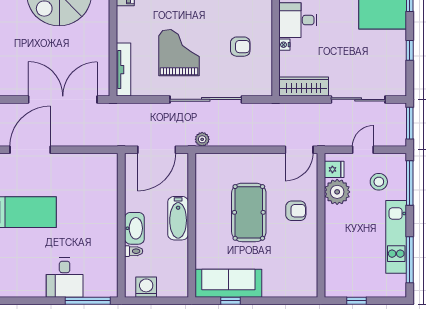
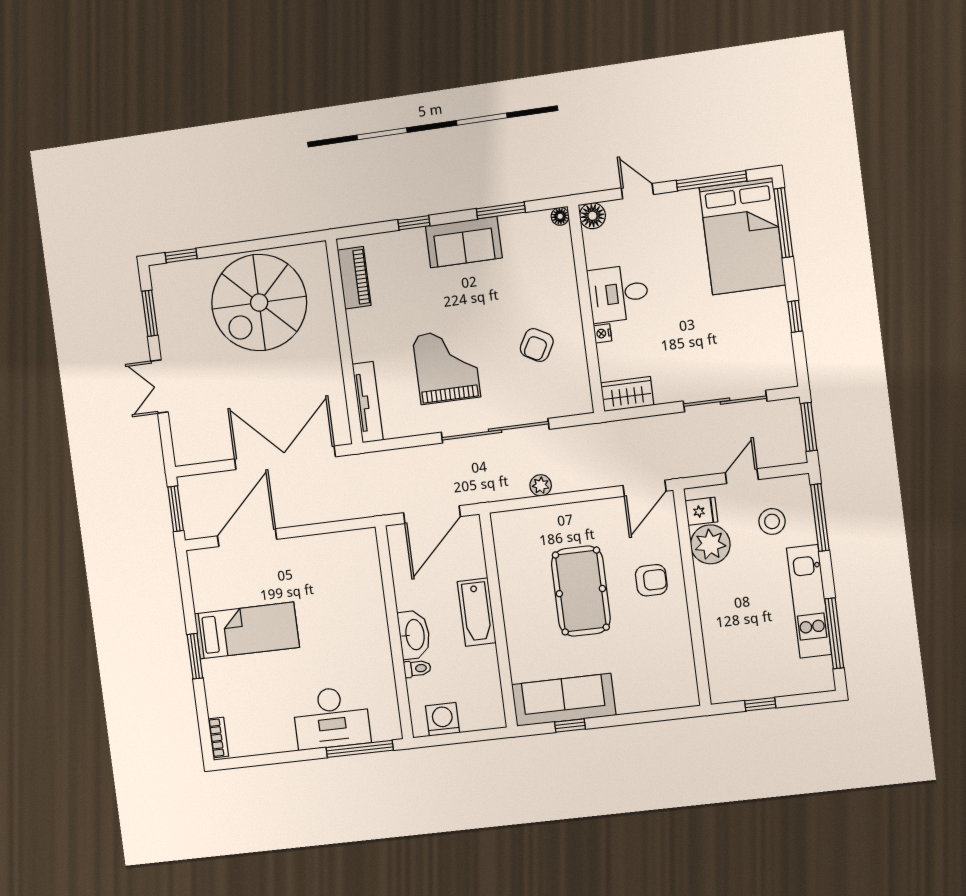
armchair: (240, 47) -> (537, 345), turned 119
wardrobe: (304, 87) -> (627, 394), width x0.67
plant: (202, 139) -> (541, 485), moved
desk: (65, 278) -> (331, 718), width x1.37

